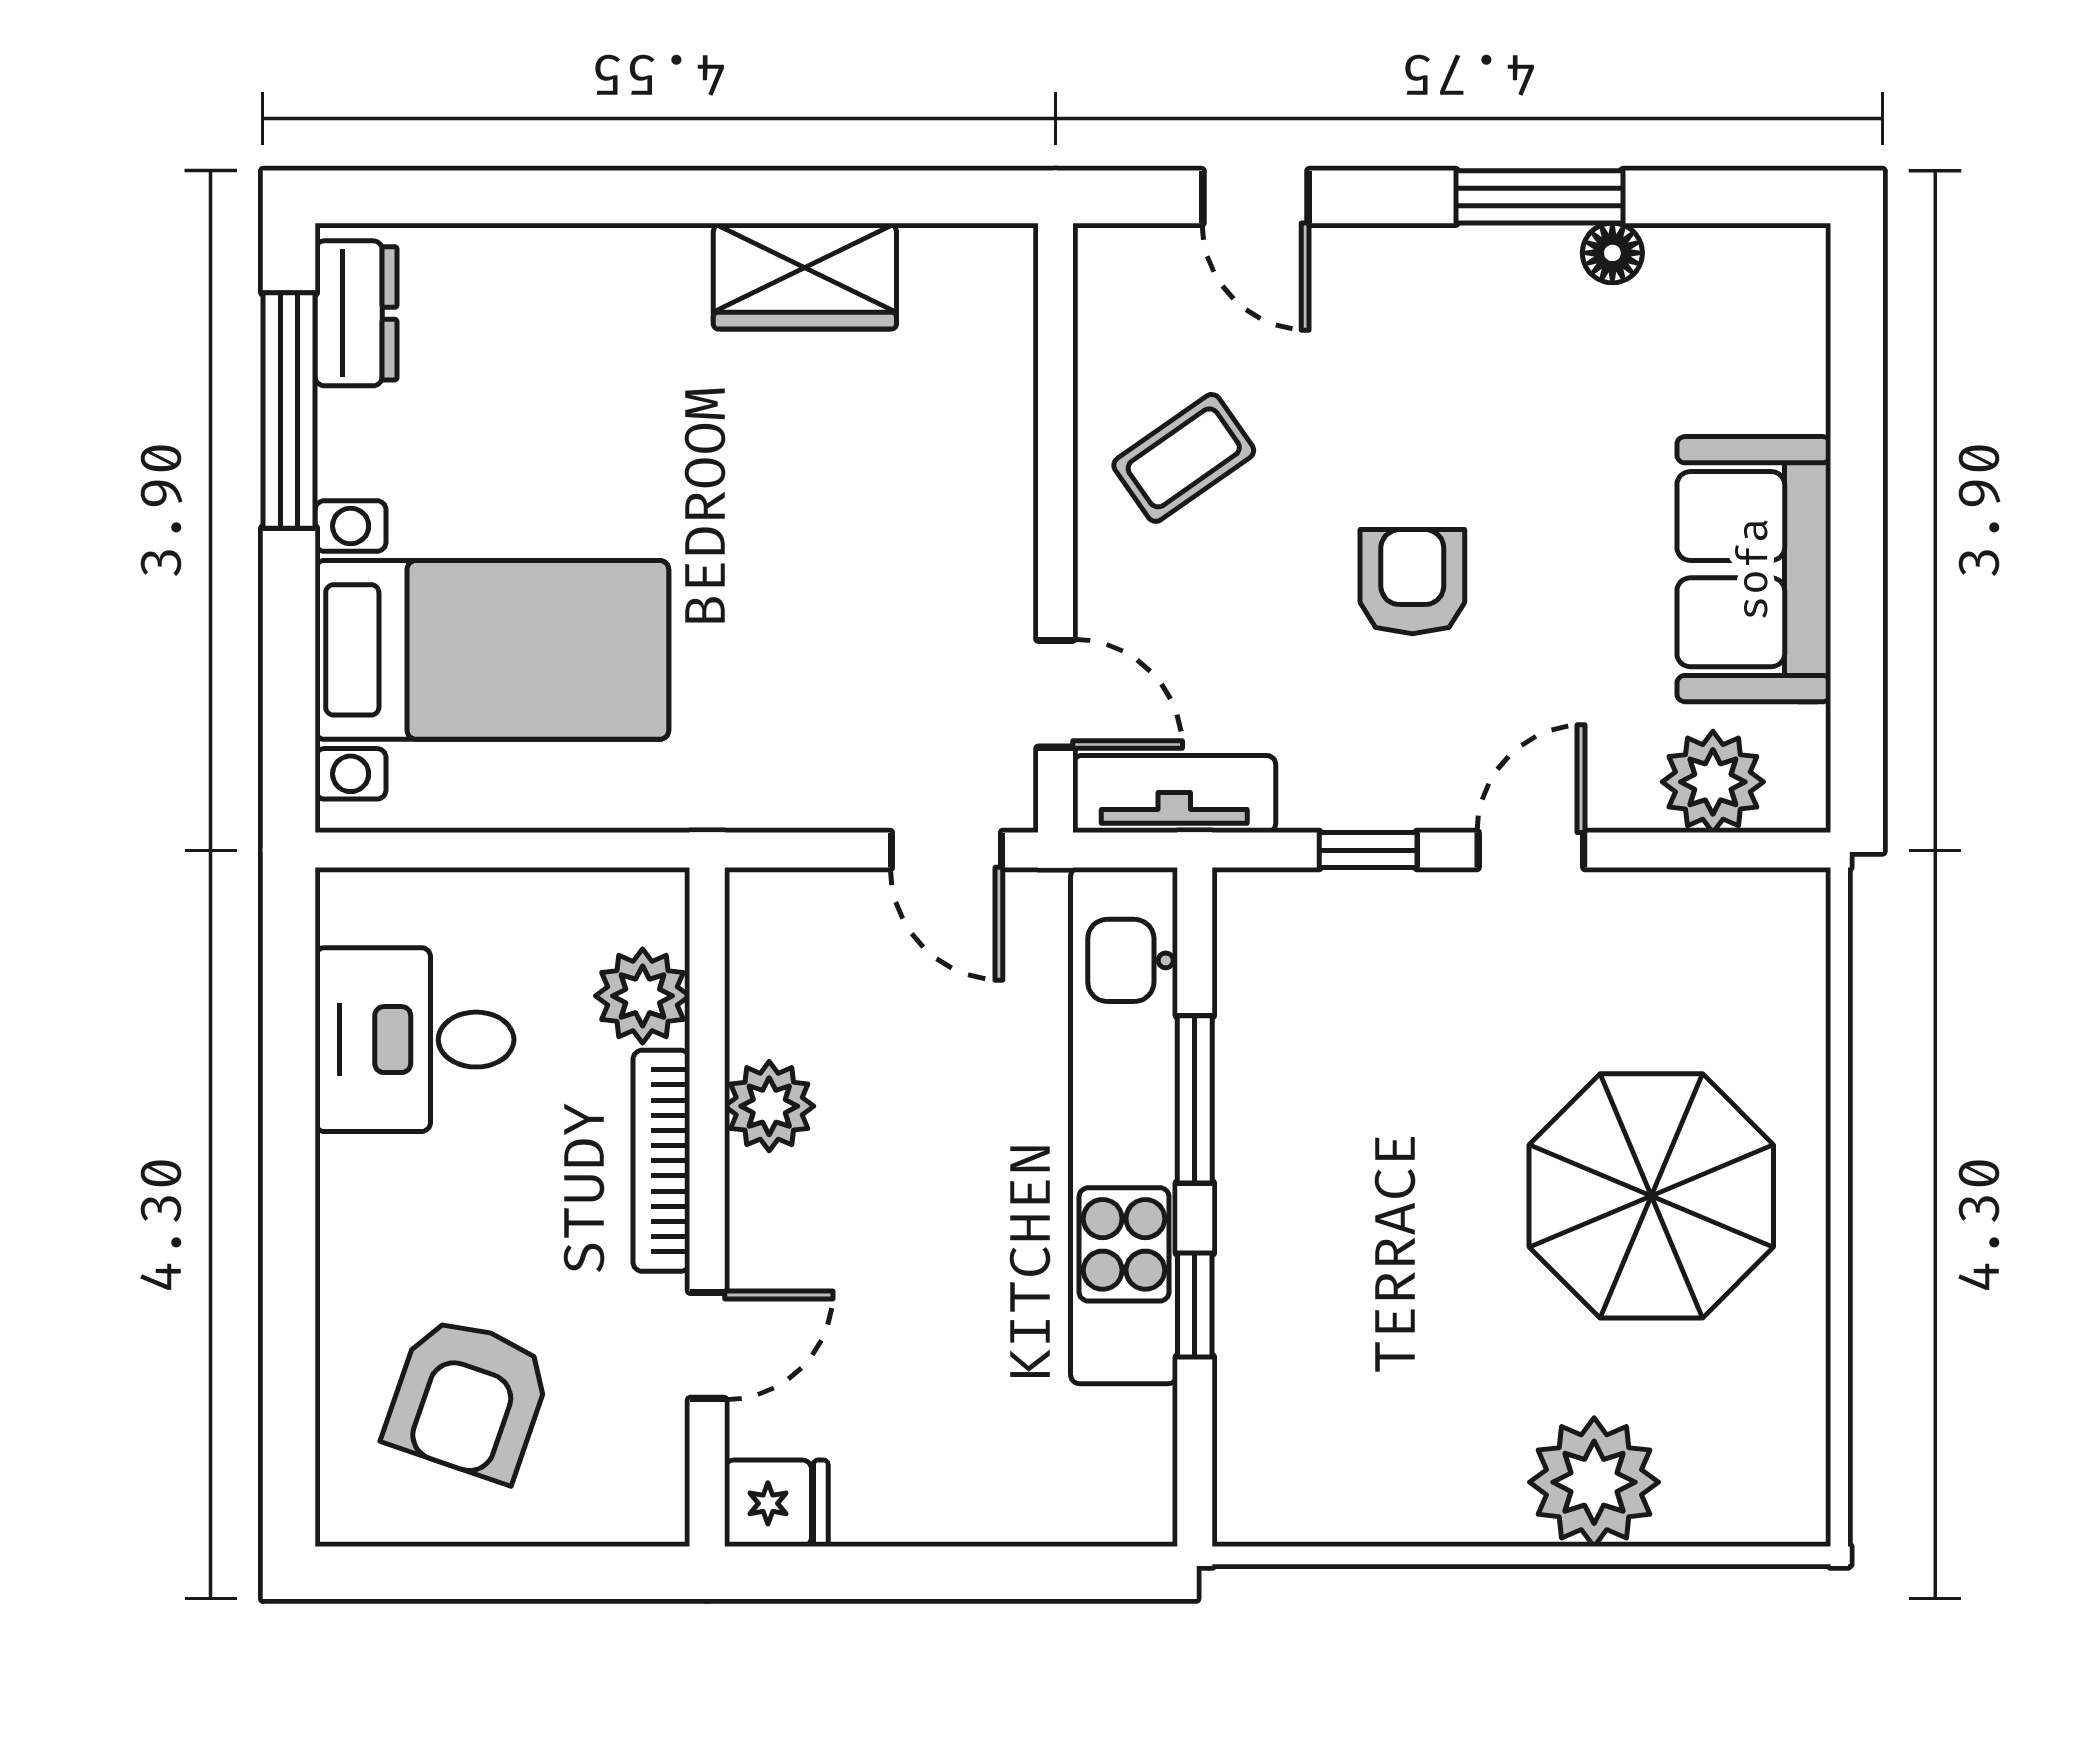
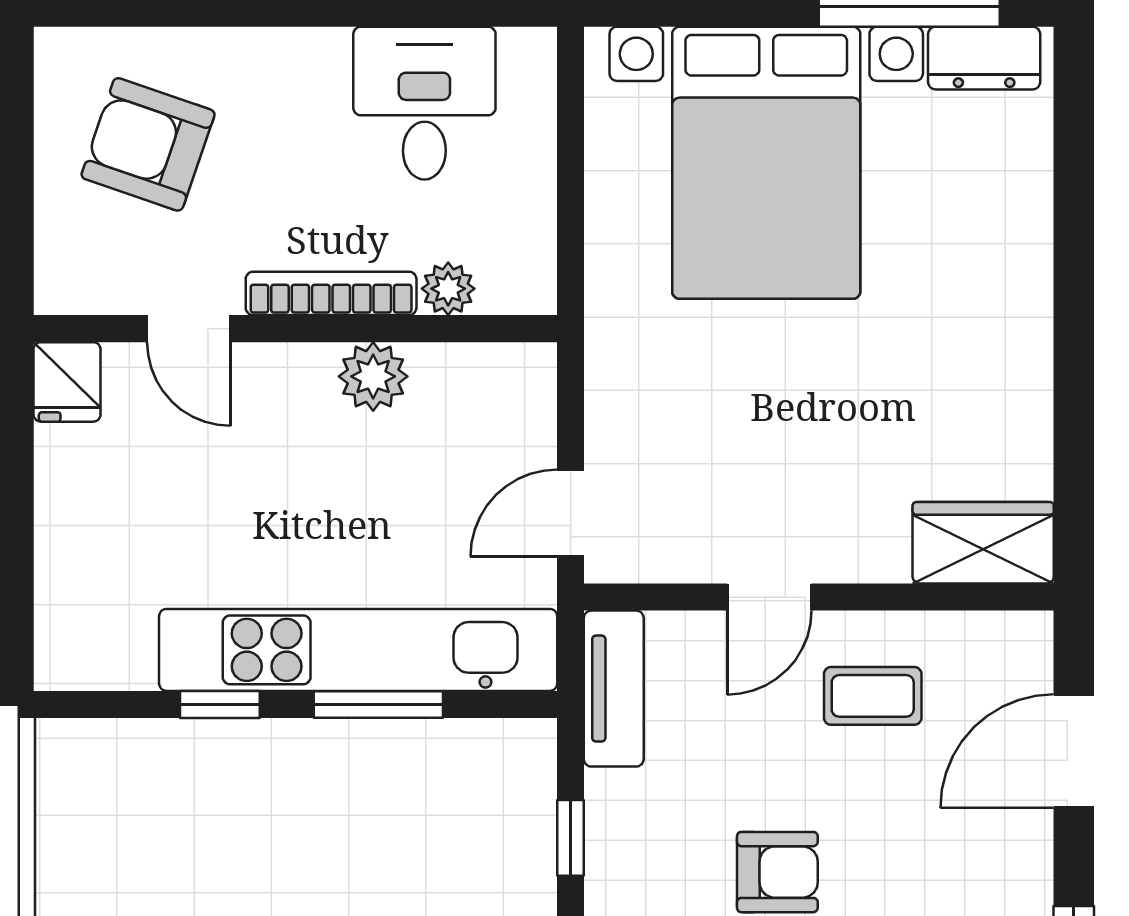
door: (1256, 197) -> (1074, 751), width x1.38
wardrobe: (805, 276) -> (983, 543), moved, turned 90
coffee table: (1184, 458) -> (873, 696), turned -55
bed with nightstands: (492, 650) -> (766, 163), width x1.36
door: (1055, 694) -> (769, 597), moved
plant: (643, 996) -> (448, 289), width x0.73, depth x0.73

